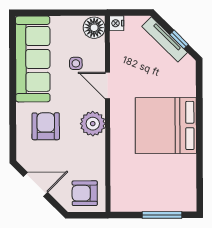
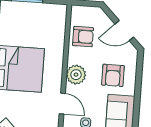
armchair: (85, 193) -> (83, 37), moved

